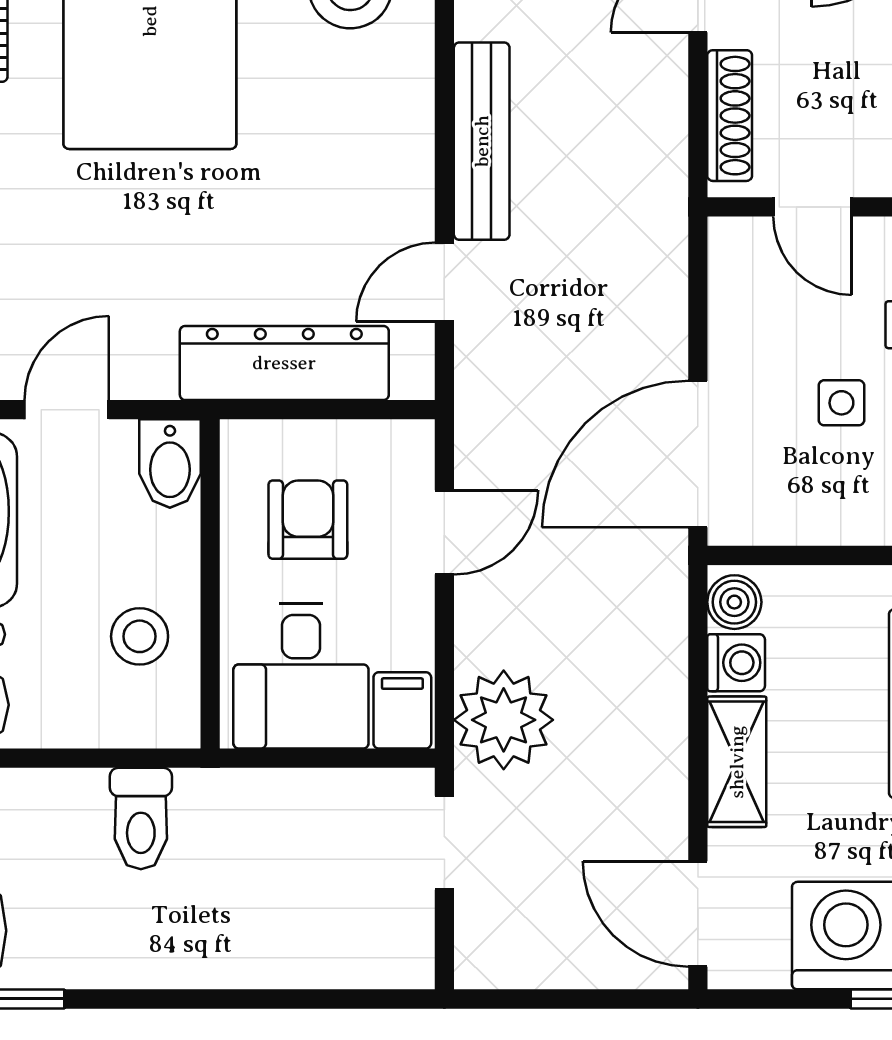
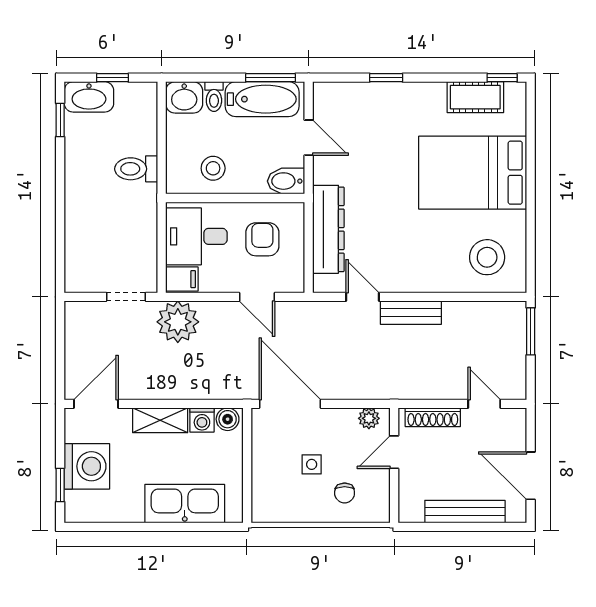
bench: (482, 141) -> (411, 313), width x0.73
plant: (732, 267) -> (369, 418), added
armchair: (308, 520) -> (262, 239), turned -90

